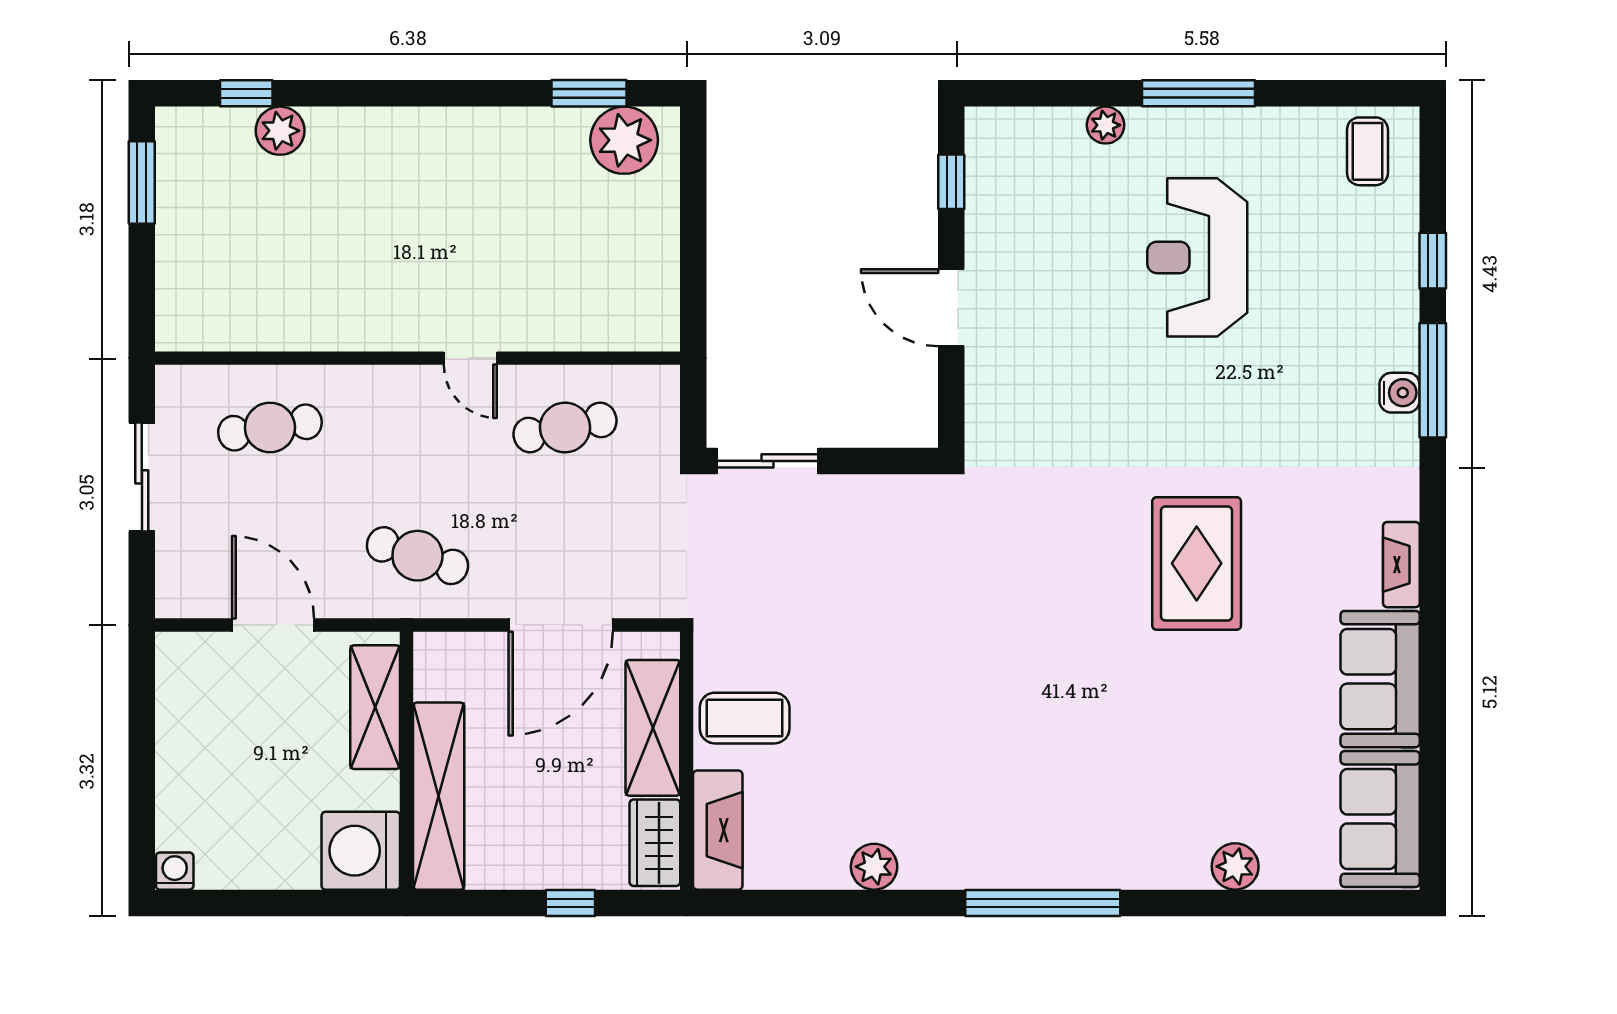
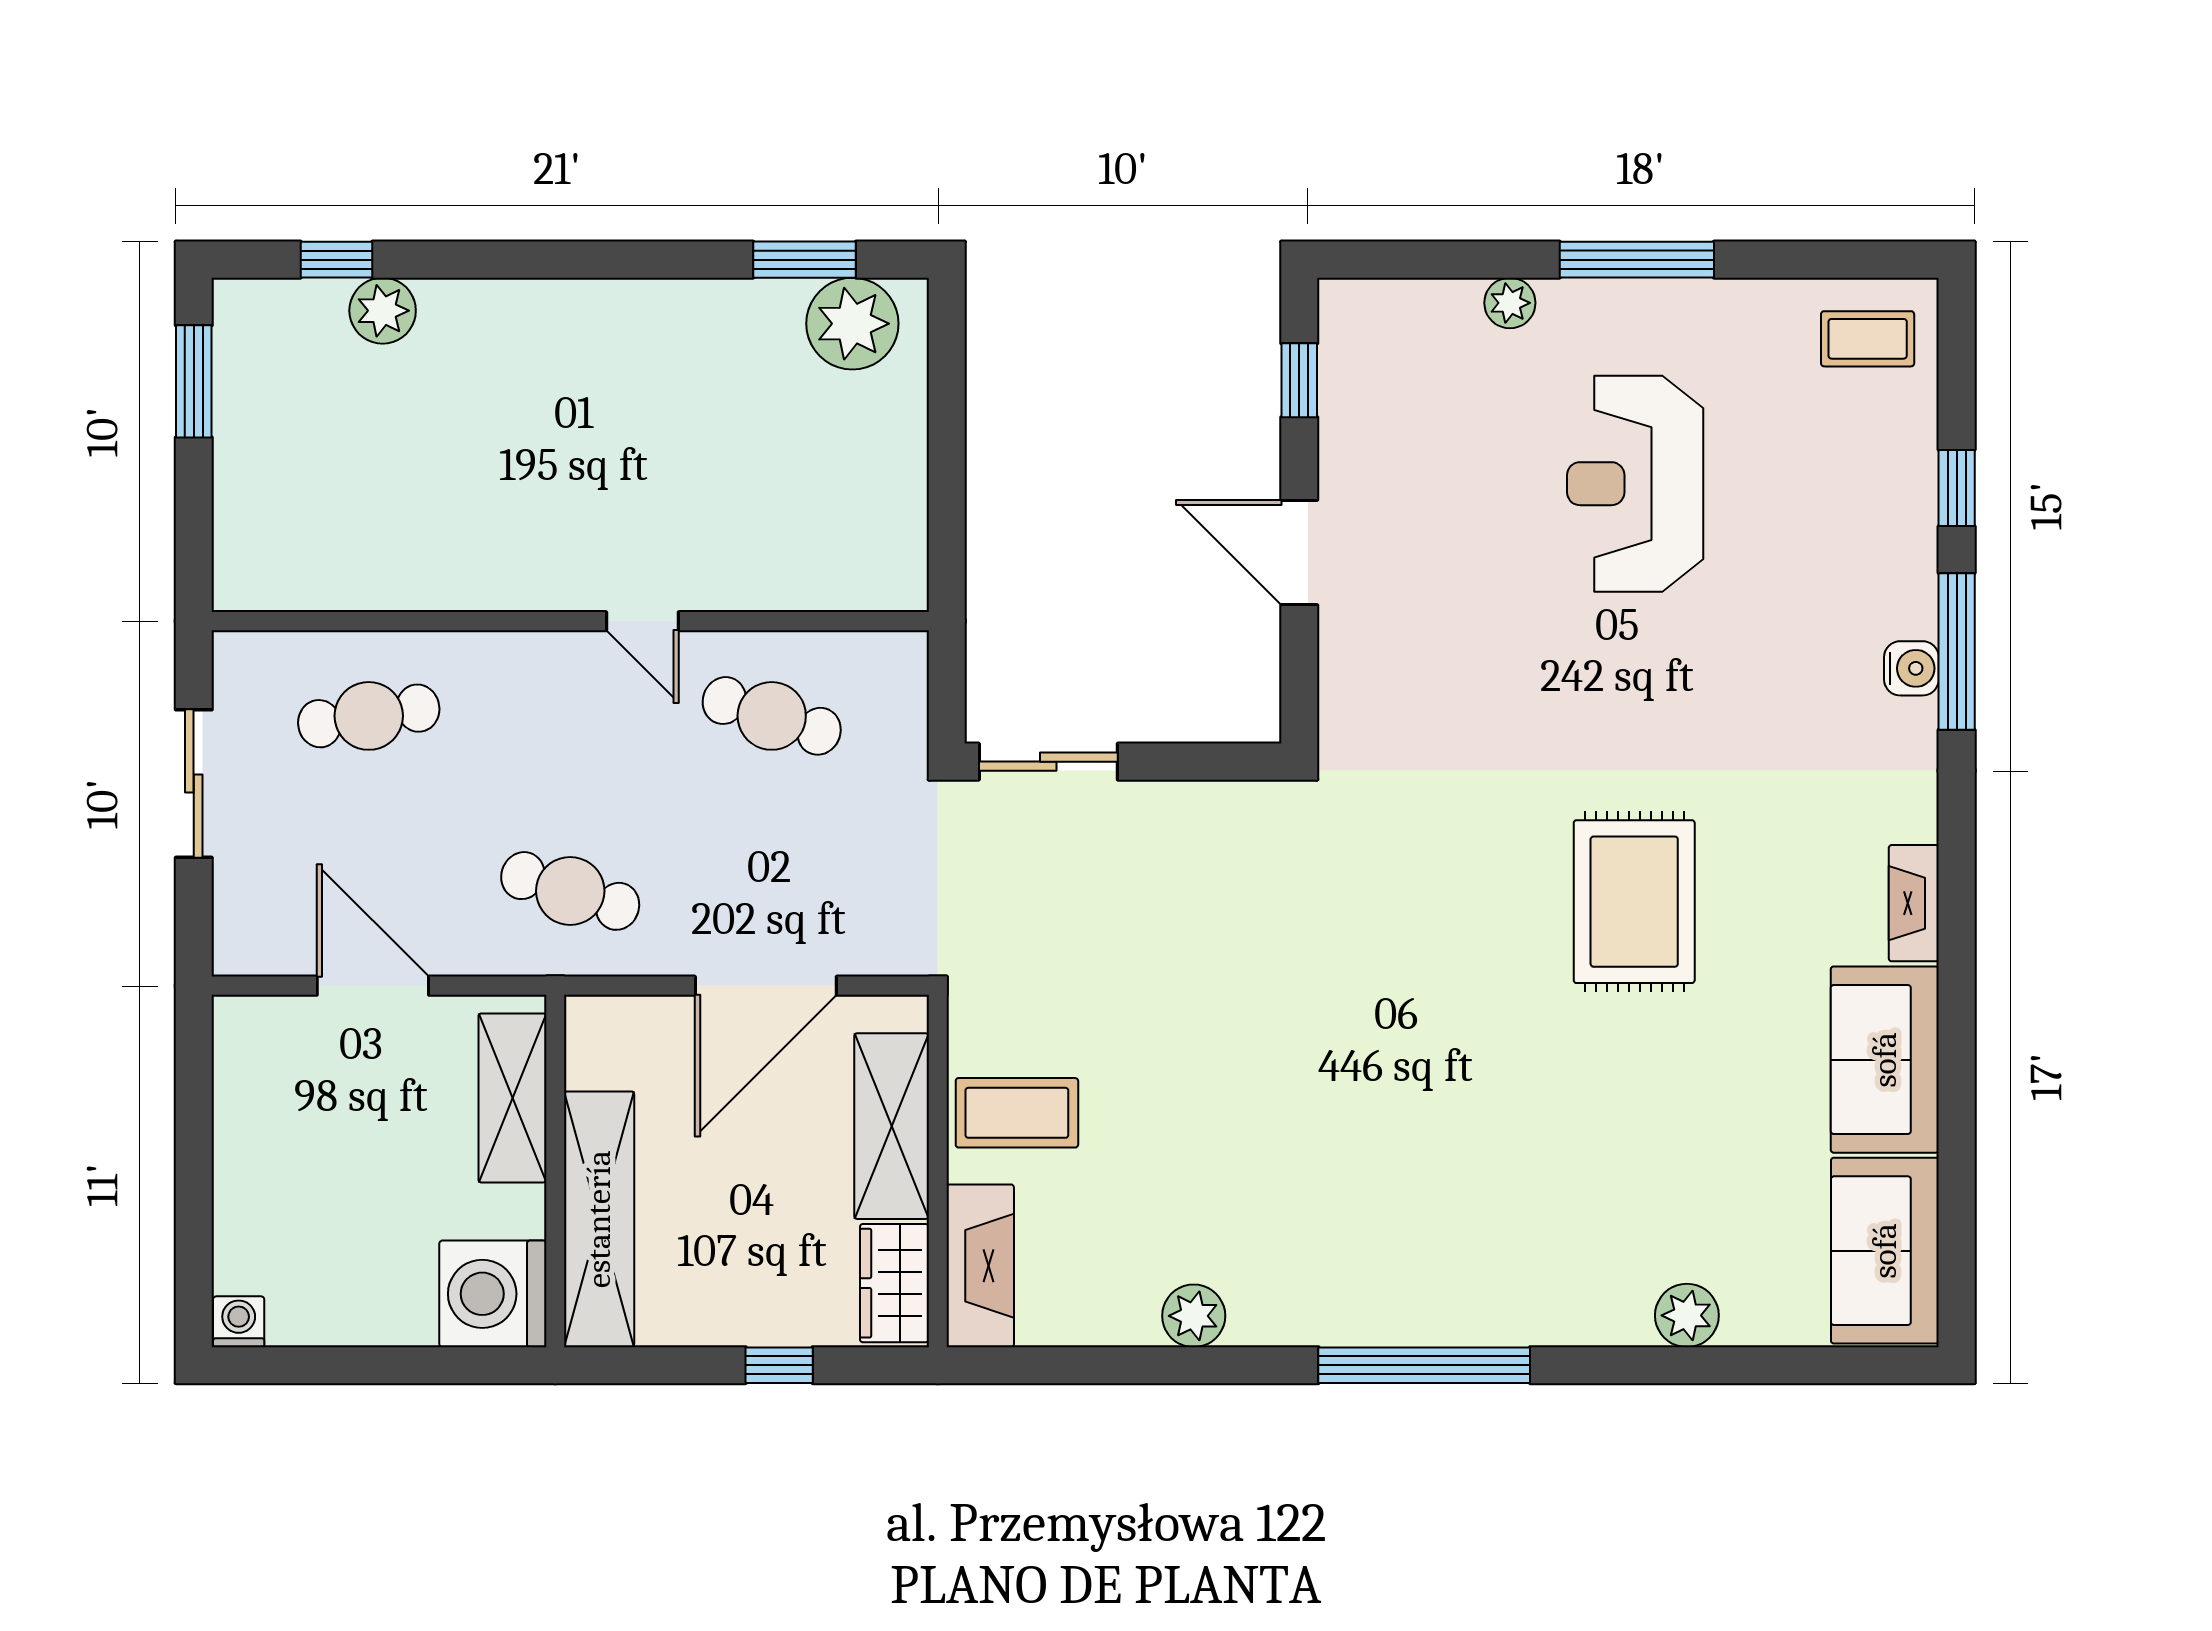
coffee table: (1367, 151) -> (1868, 339), turned 90
cafe table: (565, 427) -> (772, 716), turned 30

